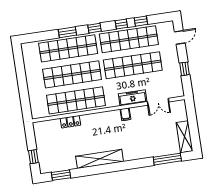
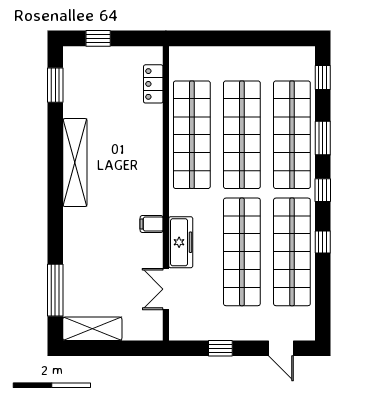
window: (141, 21) -> (323, 77), moved
locker: (70, 122) -> (153, 84), moved

